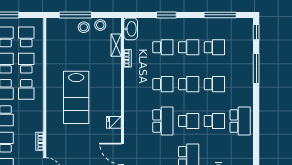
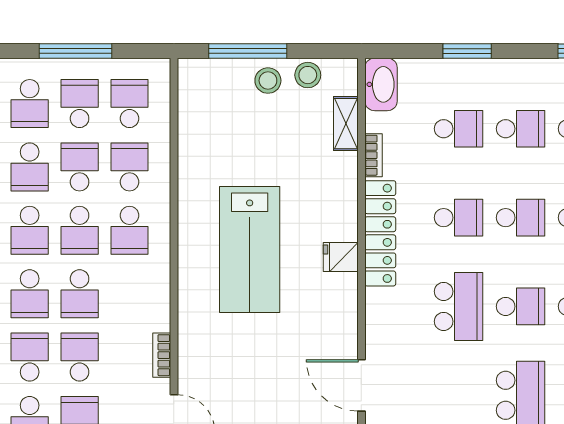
locker: (130, 91) -> (380, 233), added
fridge: (114, 122) -> (341, 257), moved

